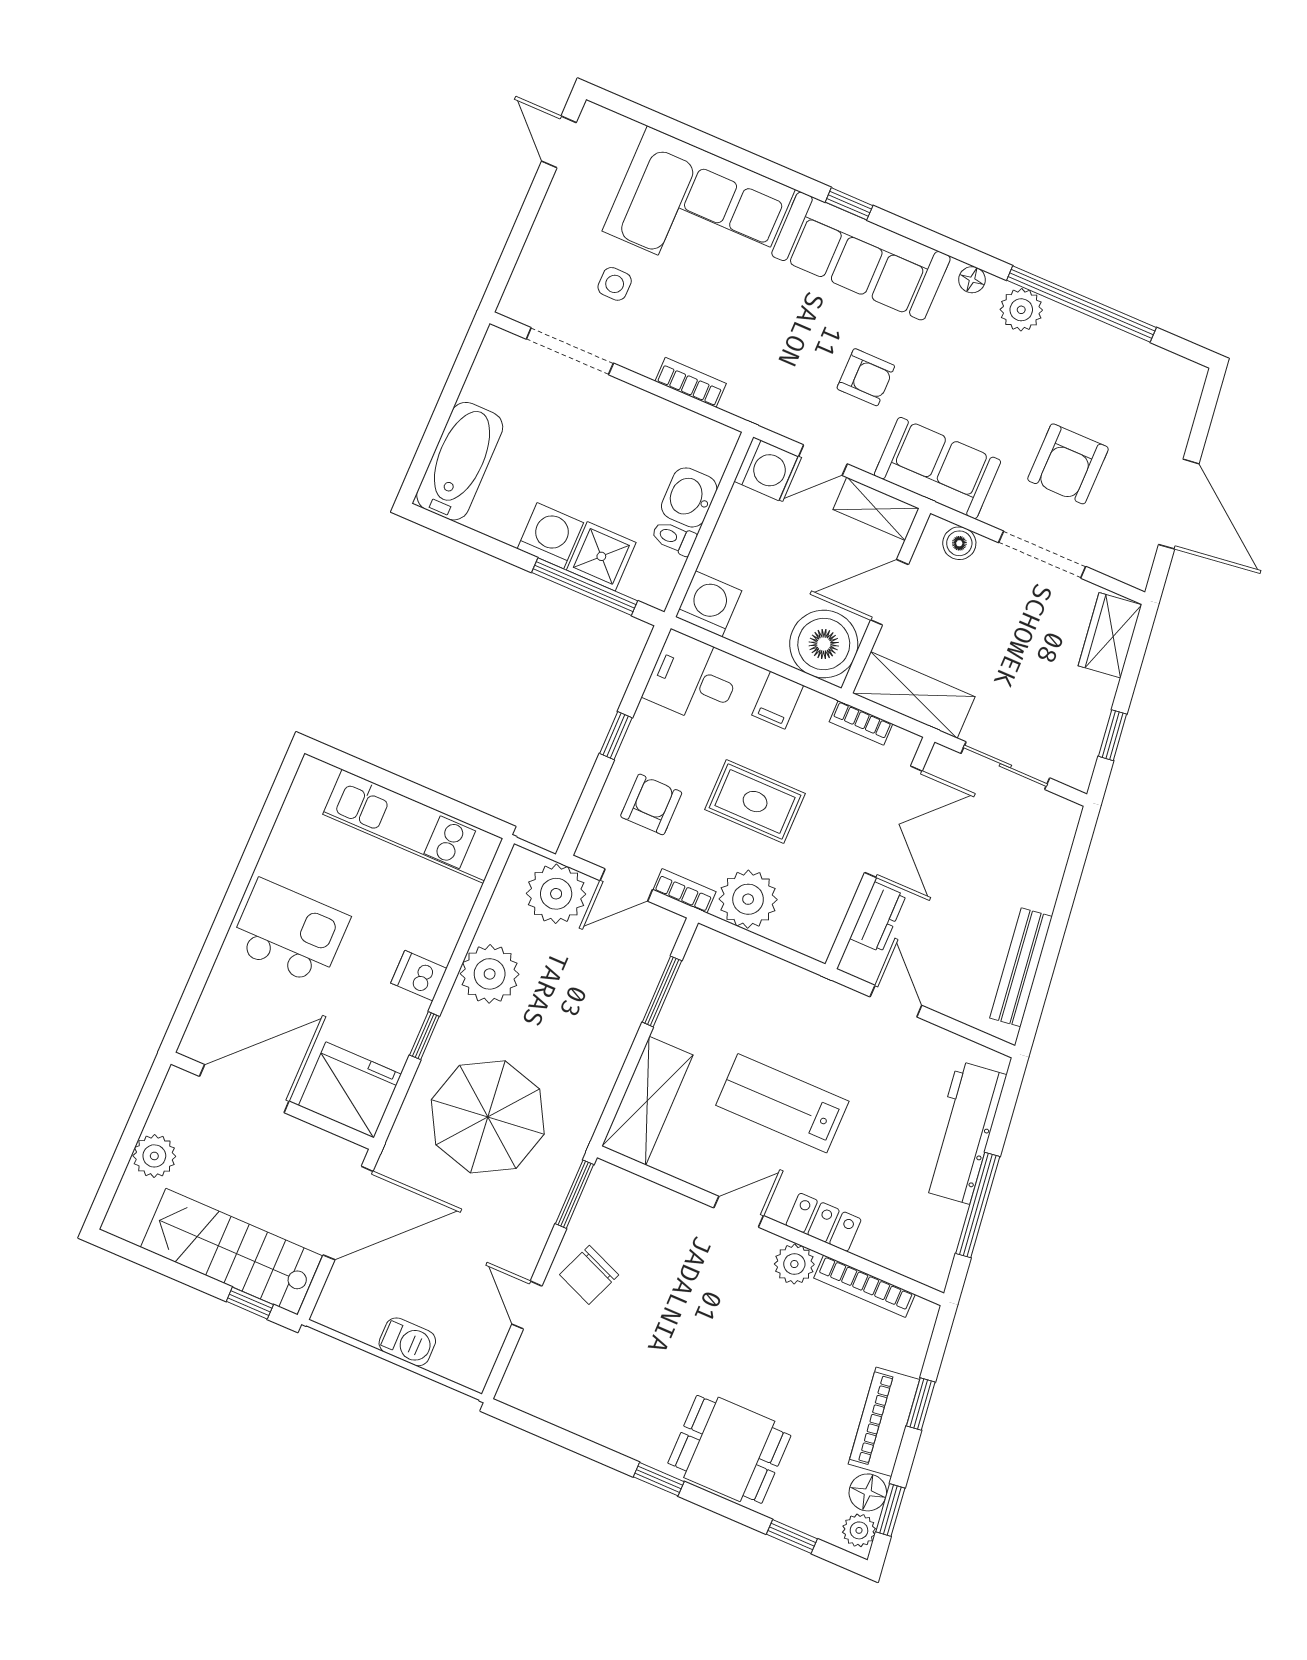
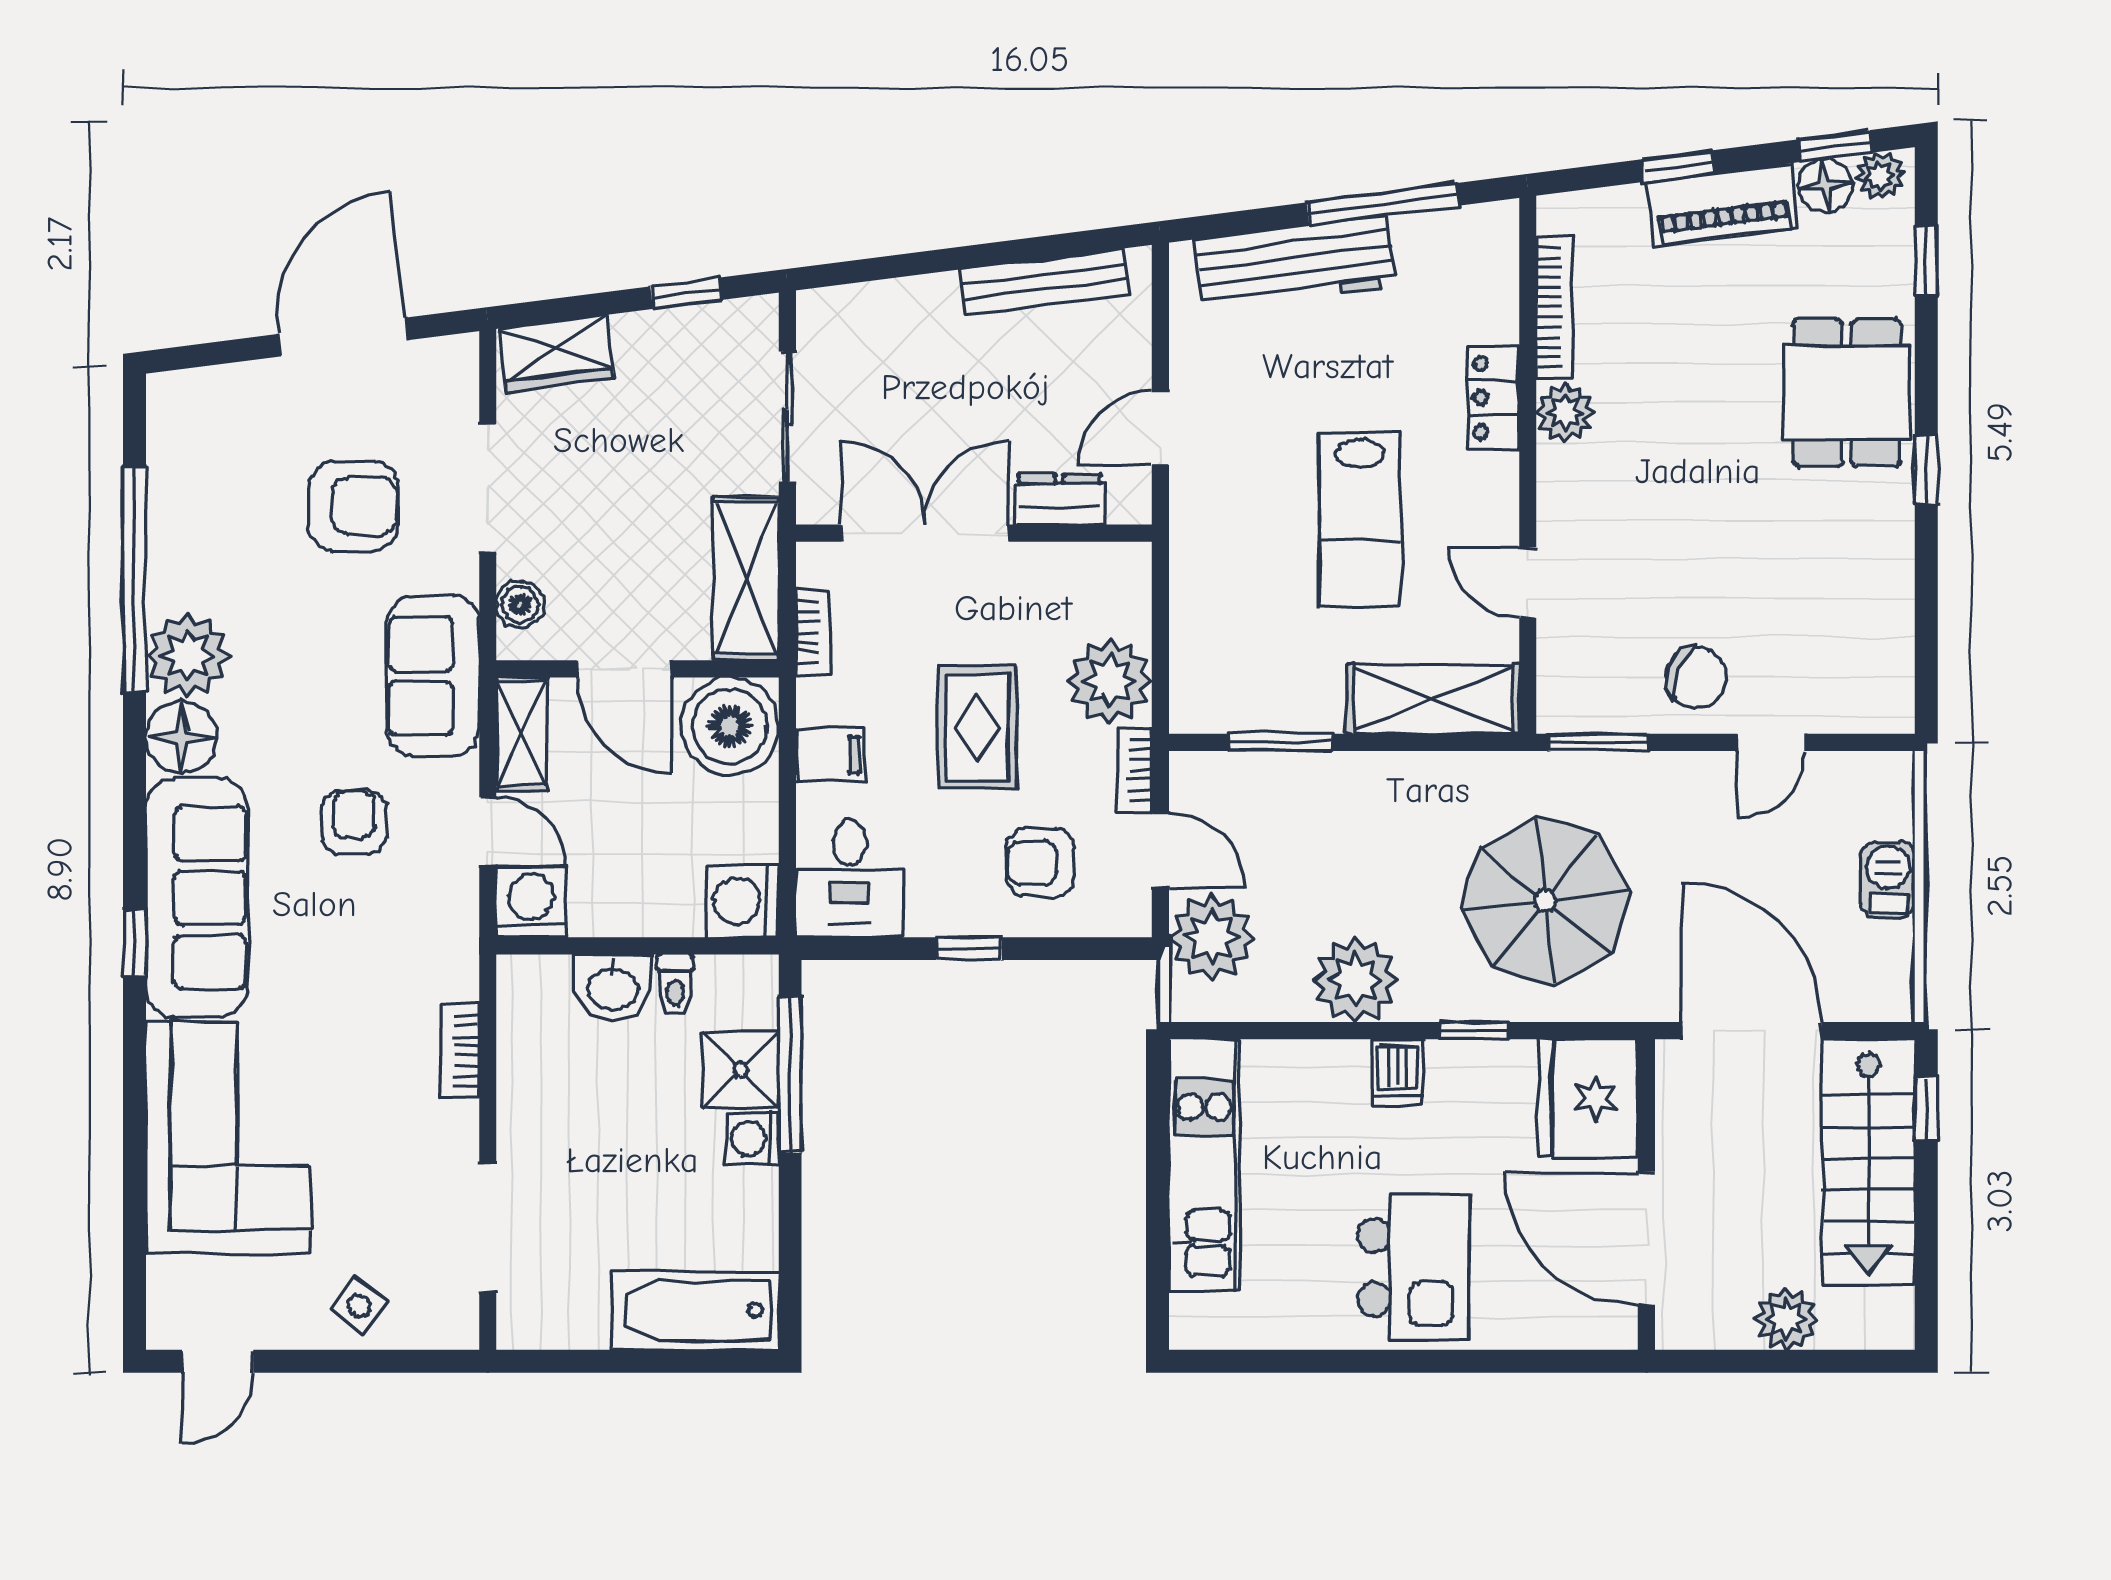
floor lamp: (972, 280) -> (182, 738), width x1.89, depth x1.89
side table: (615, 284) -> (359, 1306), moved, turned 35
plant: (1021, 310) -> (188, 656), width x1.36, depth x1.36
washing machine: (550, 536) -> (752, 1139), width x0.73, depth x0.73
kitchen island: (290, 932) -> (1414, 1267), turned 180
door: (739, 1212) -> (1528, 583), moved

